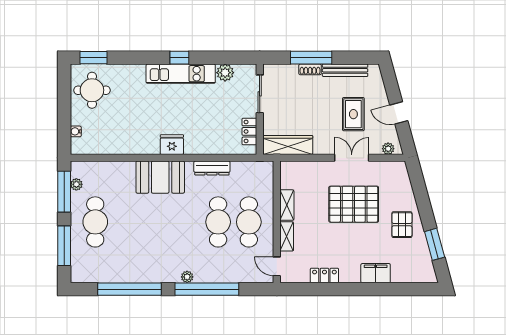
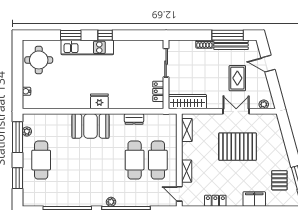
window: (94, 58) -> (71, 35), moved
window: (311, 58) -> (228, 35), moved
plant: (225, 73) -> (140, 47), removed
kitchen unit: (181, 74) -> (87, 47), moved
door: (399, 113) -> (268, 64), moved
dresser: (212, 168) -> (134, 119), width x0.70
shelving: (287, 205) -> (187, 130), moved
pallet: (402, 225) -> (279, 180), moved
window: (64, 246) -> (18, 178), width x0.69

